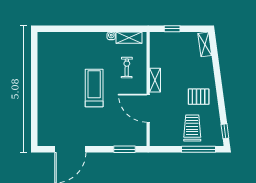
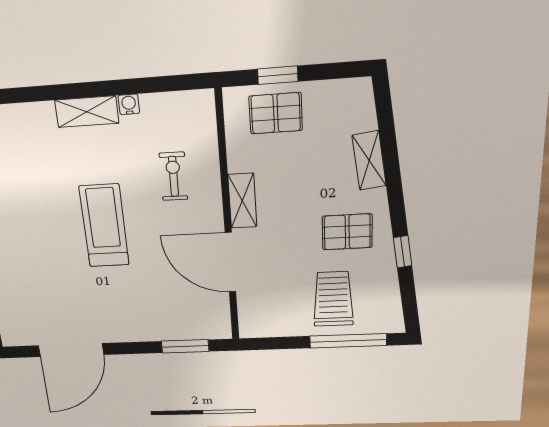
shelving: (129, 38) -> (87, 112), moved
pallet: (171, 44) -> (276, 113), added
shelving: (205, 44) -> (369, 161), moved
window: (225, 131) -> (403, 252), moved

